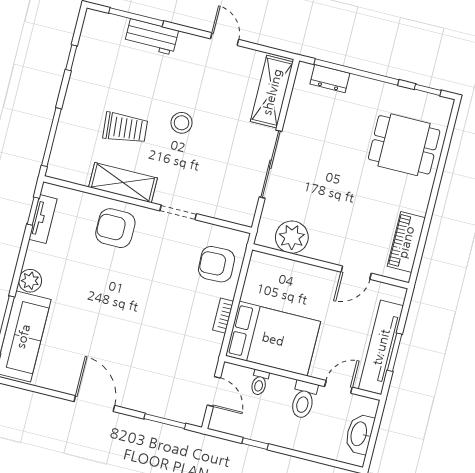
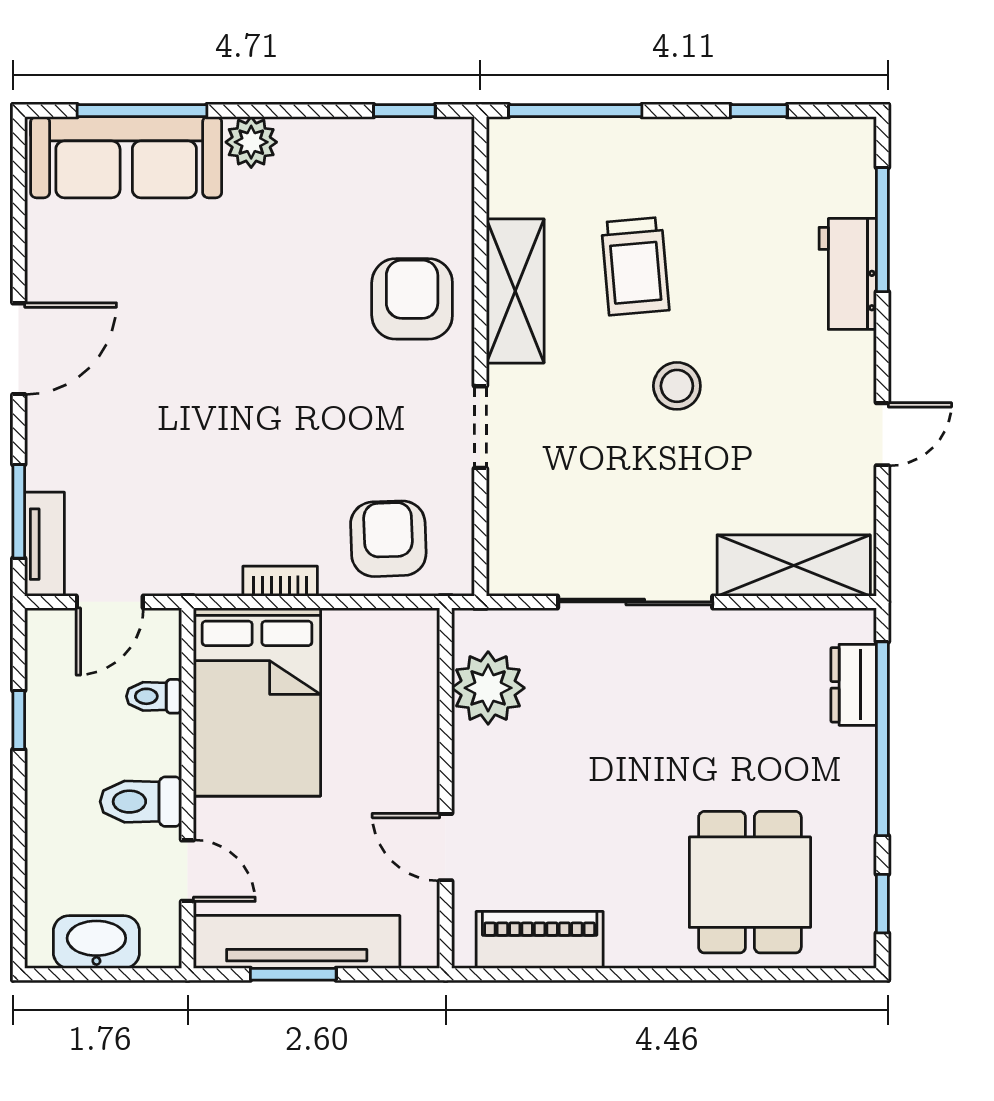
tv unit: (43, 219) -> (45, 544), moved, turned -90

